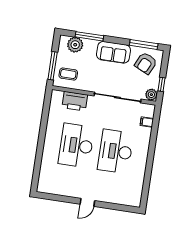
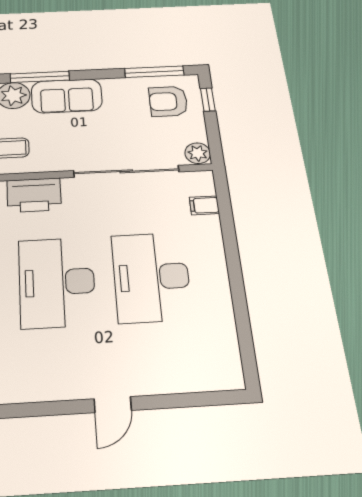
sofa: (113, 52) -> (67, 96), moved
armchair: (146, 63) -> (168, 101), turned 65
window: (161, 84) -> (208, 100), moved

